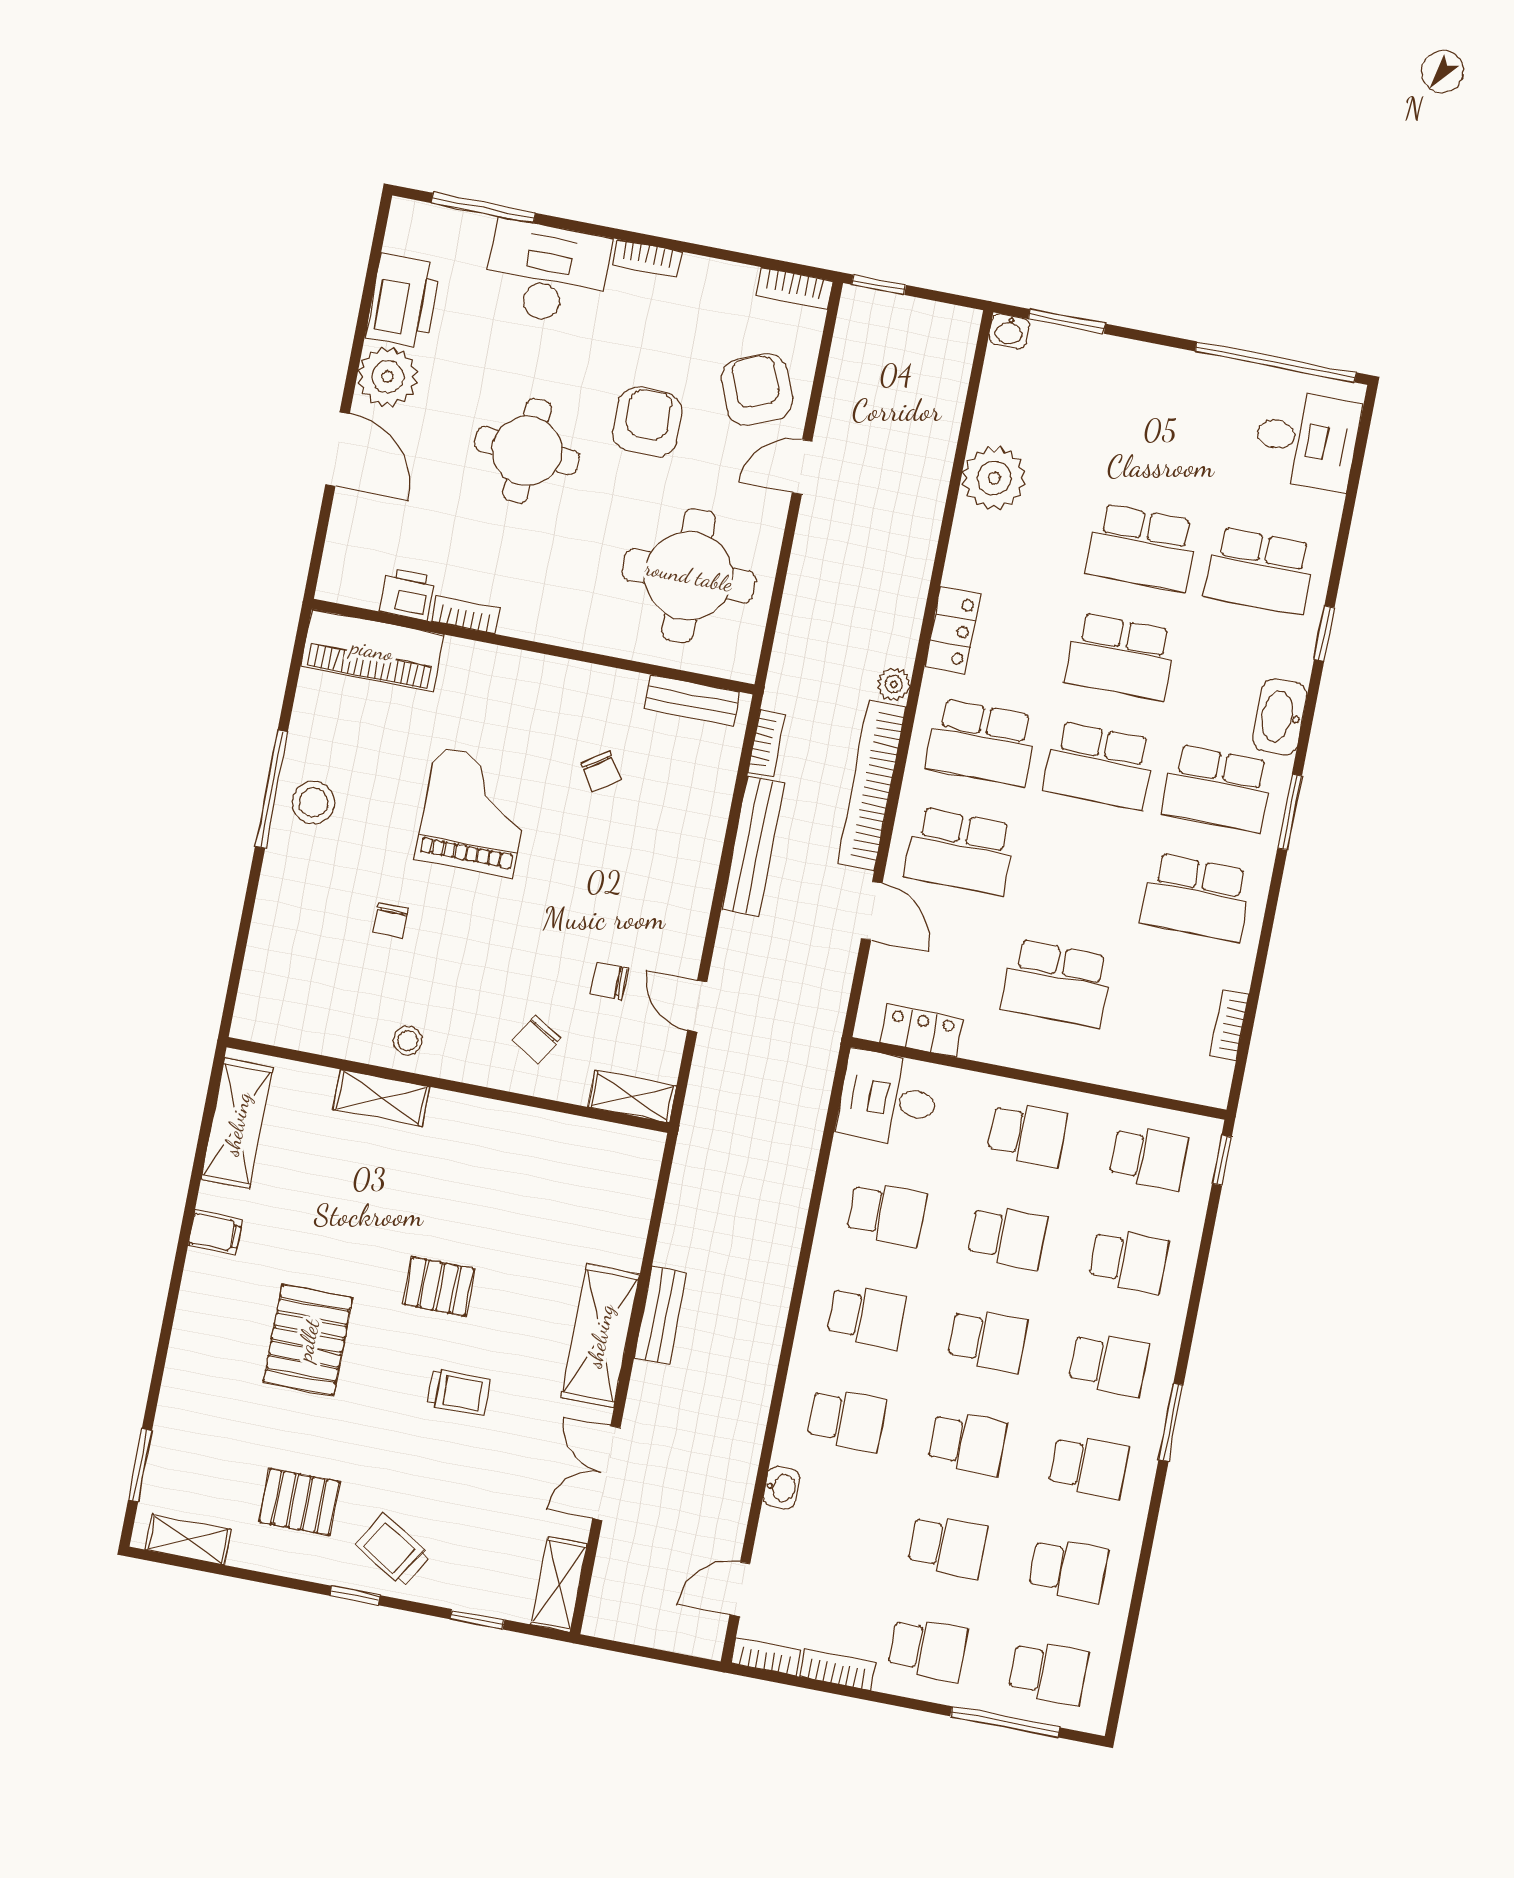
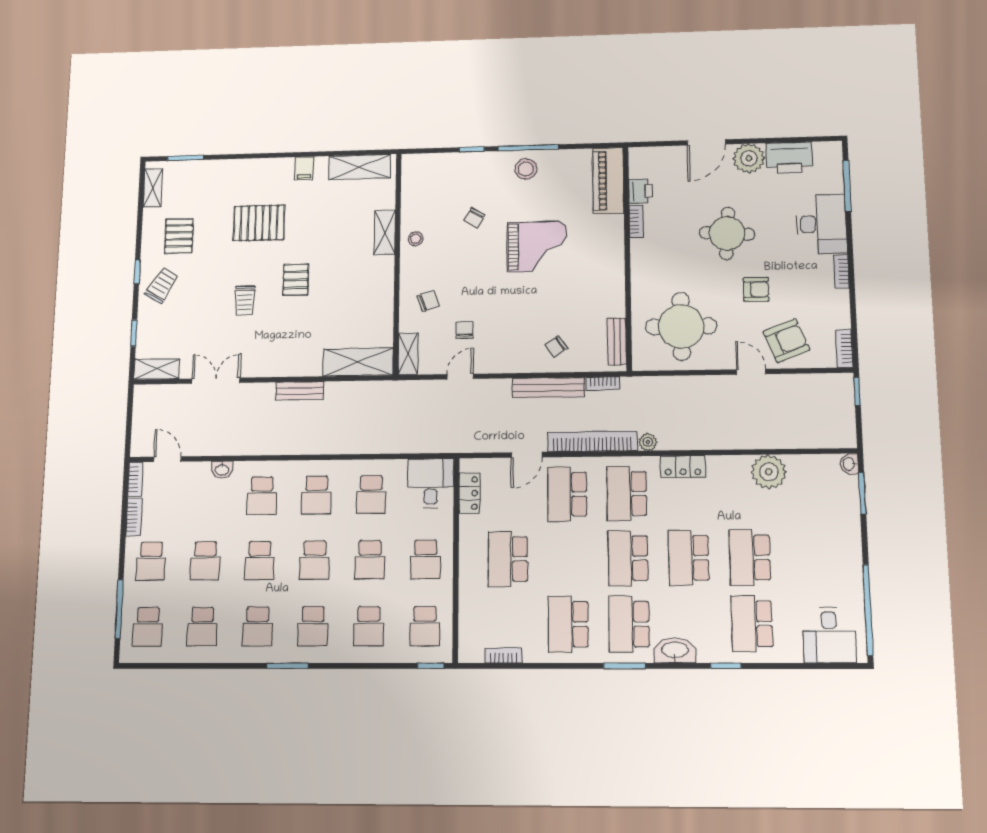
armchair: (647, 422) -> (756, 289), width x0.72, depth x0.72
chair: (601, 771) -> (556, 346), moved
window: (250, 899) -> (472, 149), added
chair: (391, 920) -> (474, 218), turned -60
chair: (537, 1039) -> (428, 301), turned 129
shelving: (600, 1336) -> (358, 362), moved

